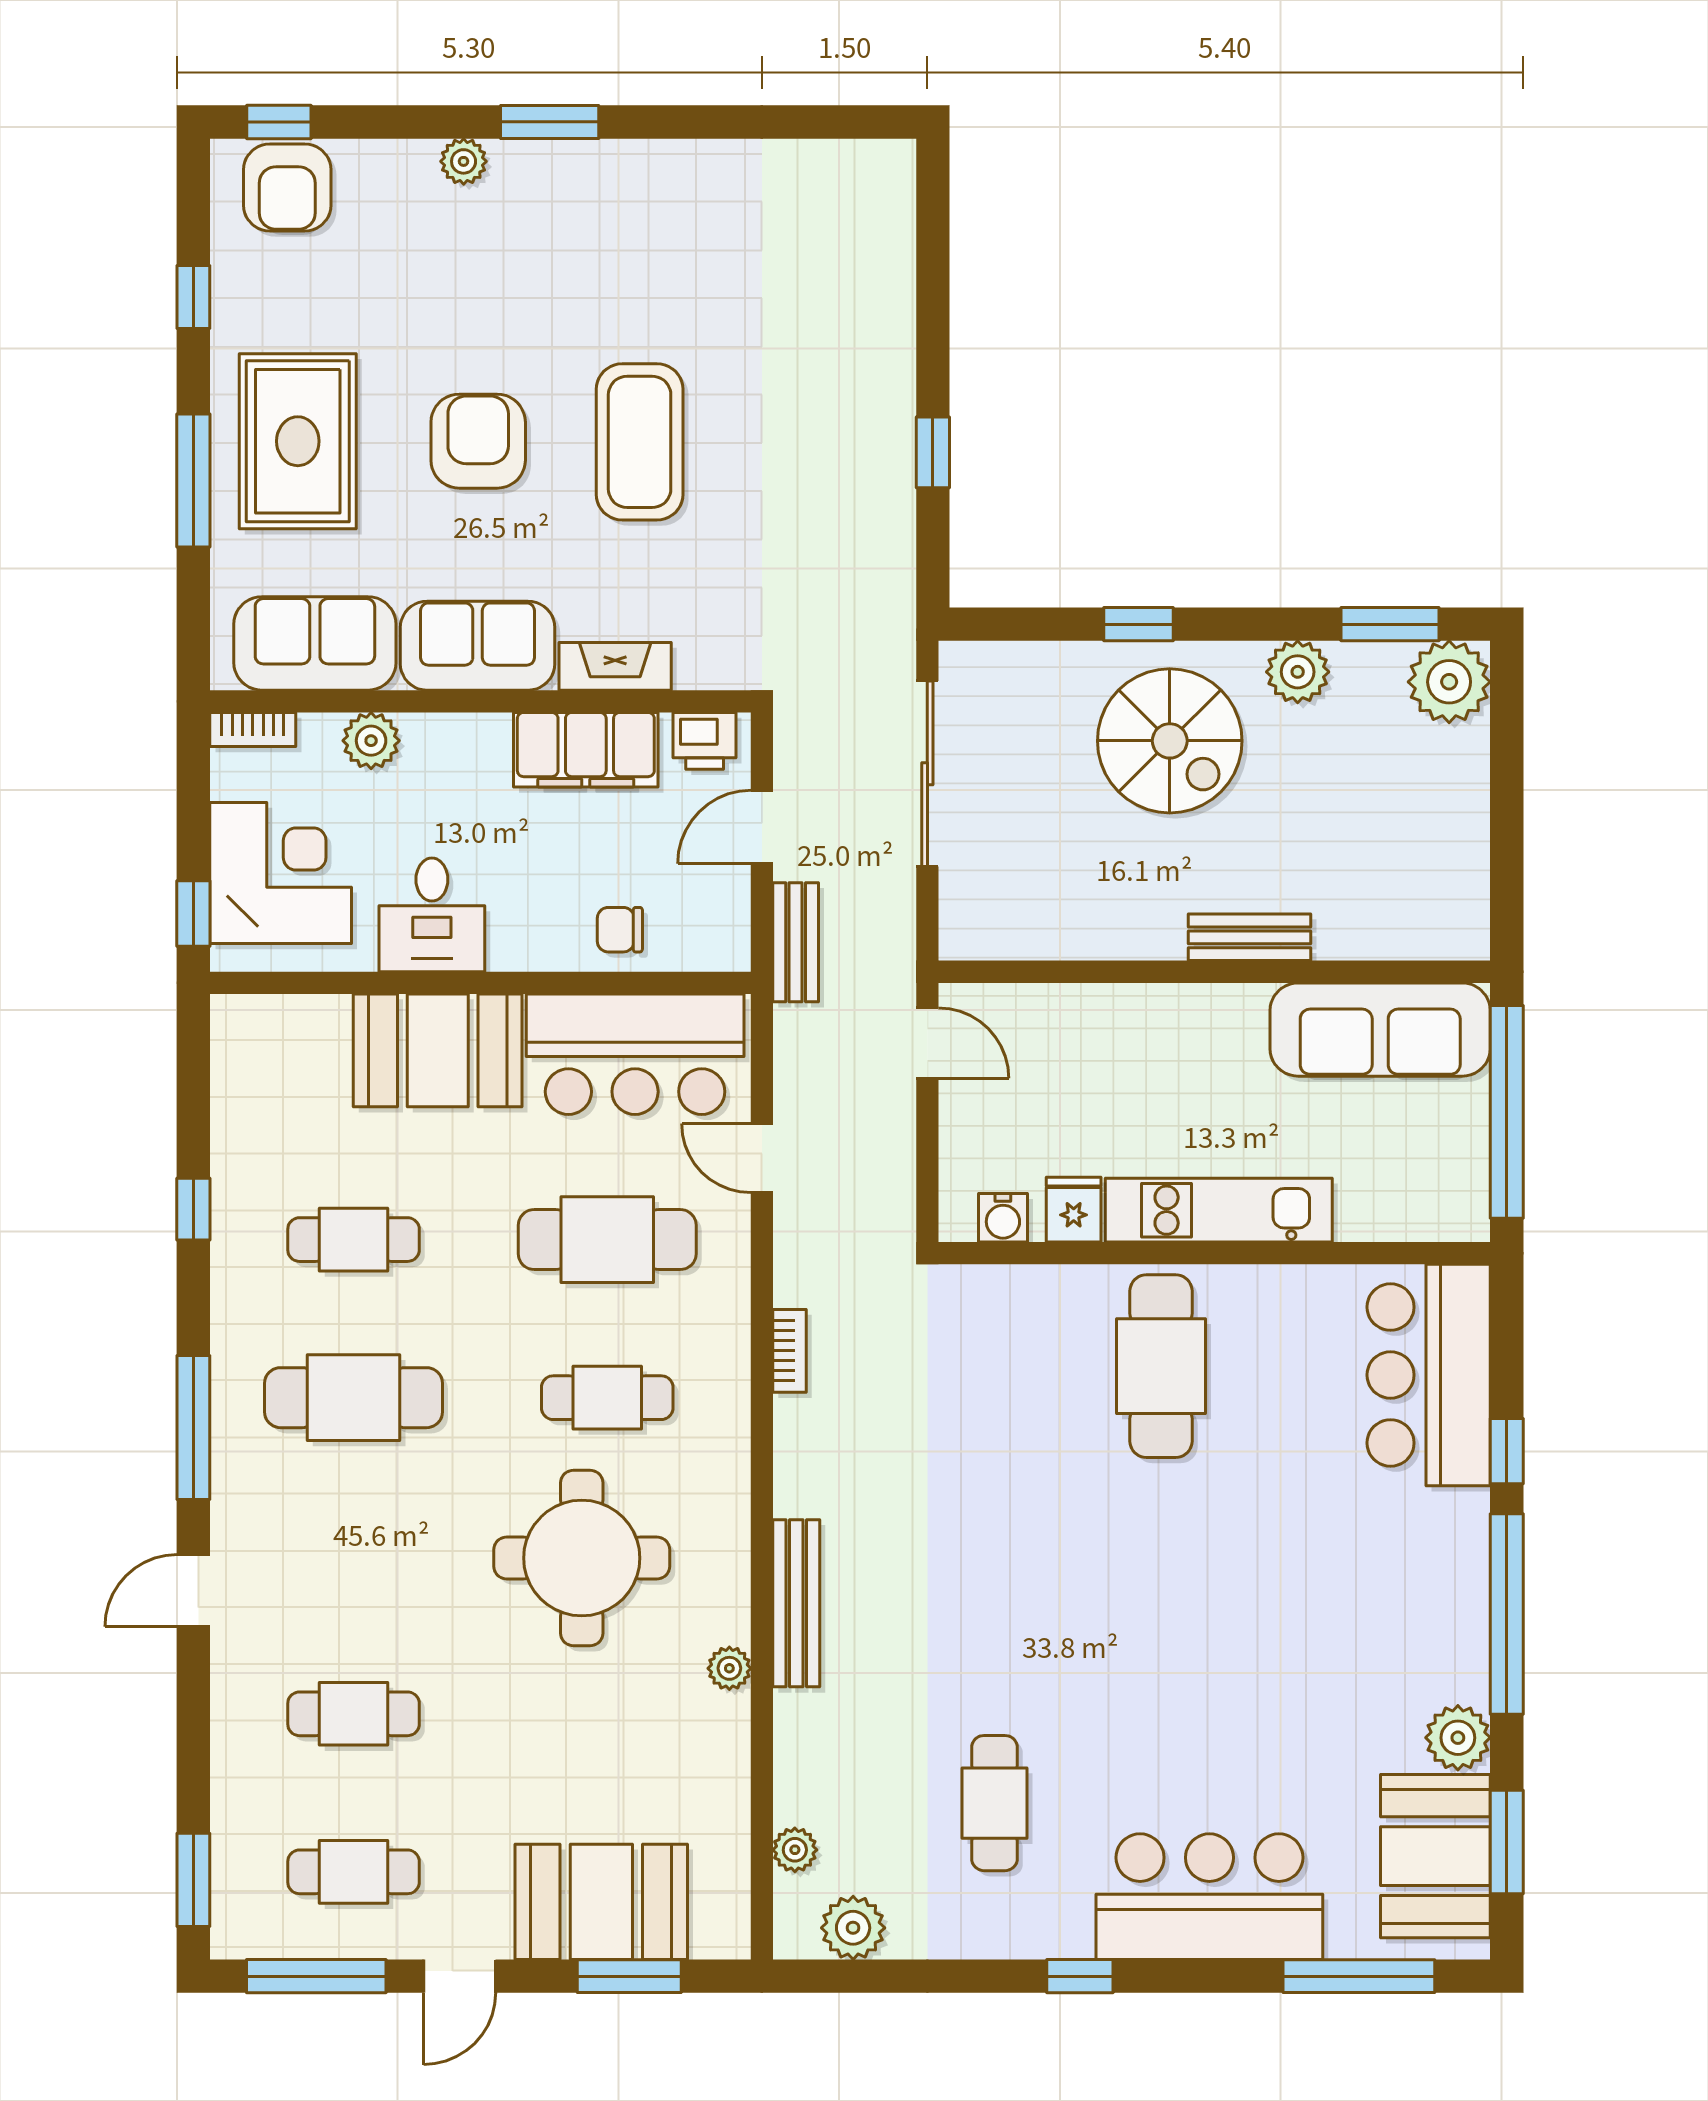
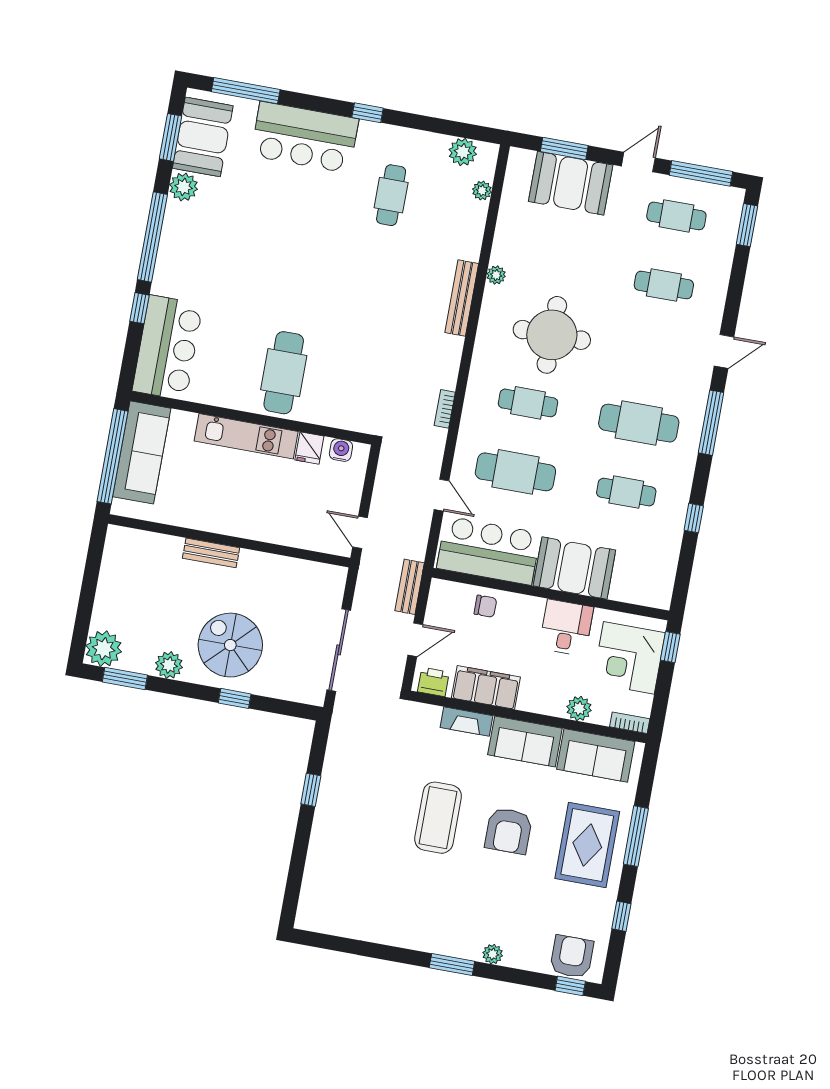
sofa: (1380, 1030) -> (142, 452), moved, turned 90

